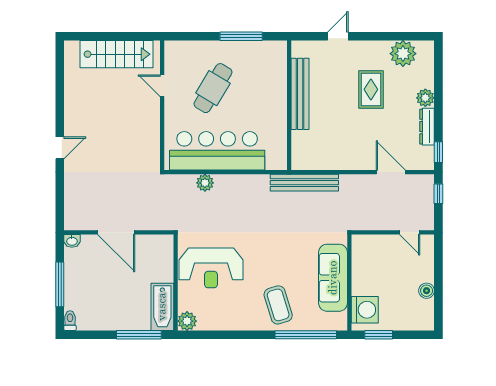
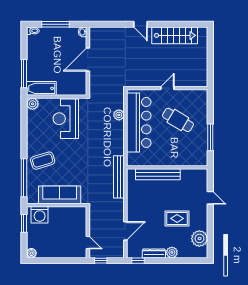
stairs: (117, 54) -> (175, 35), moved, turned -90
door: (162, 86) -> (167, 88), moved
bench: (300, 94) -> (158, 174), moved
window: (438, 194) -> (101, 261), moved
door: (410, 232) -> (88, 243), swing flipped
boiler: (427, 291) -> (31, 253), moved

